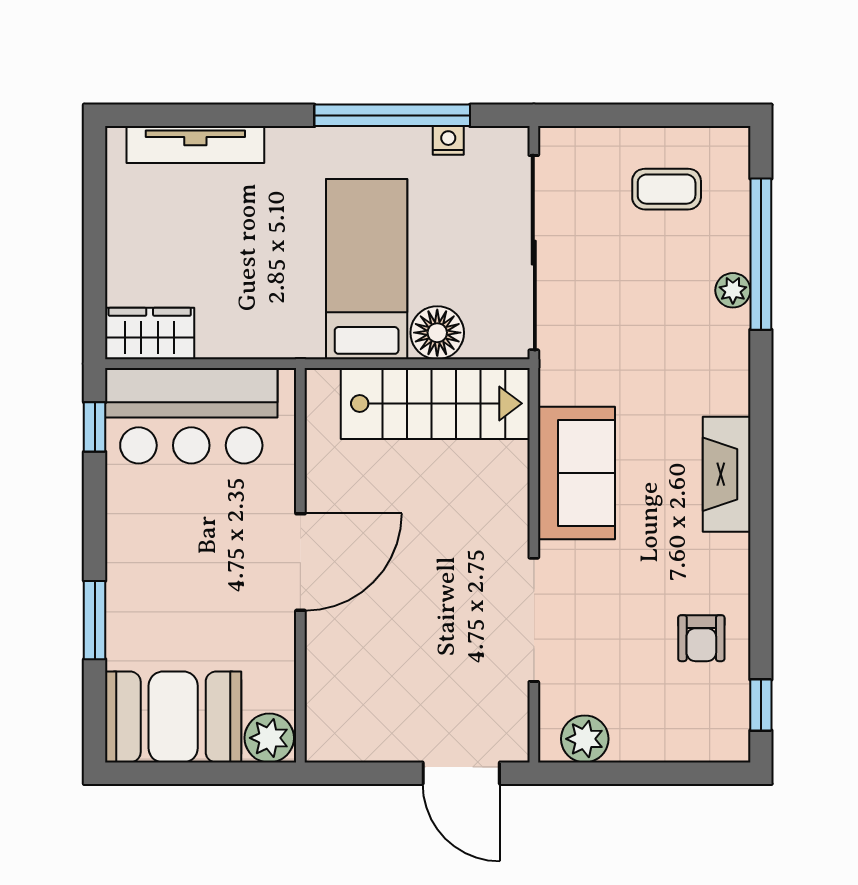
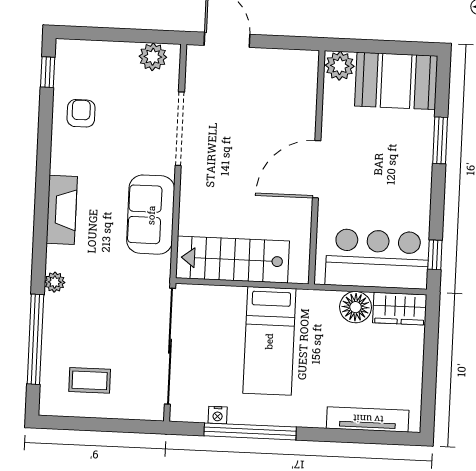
plant: (733, 290) -> (55, 282), moved
floor lamp: (437, 333) -> (356, 307), moved

